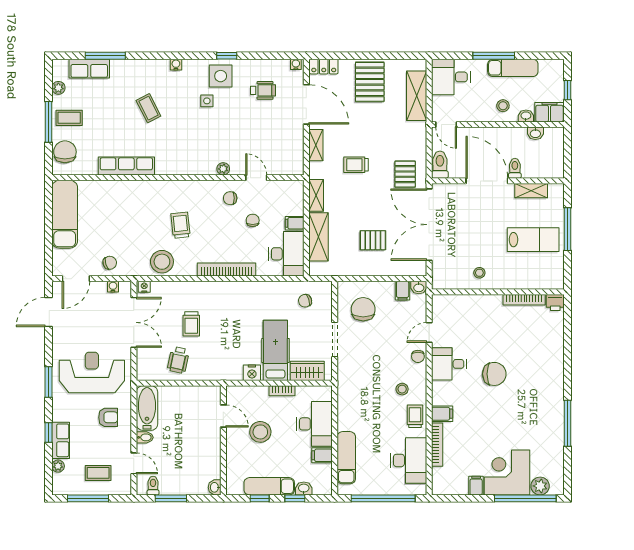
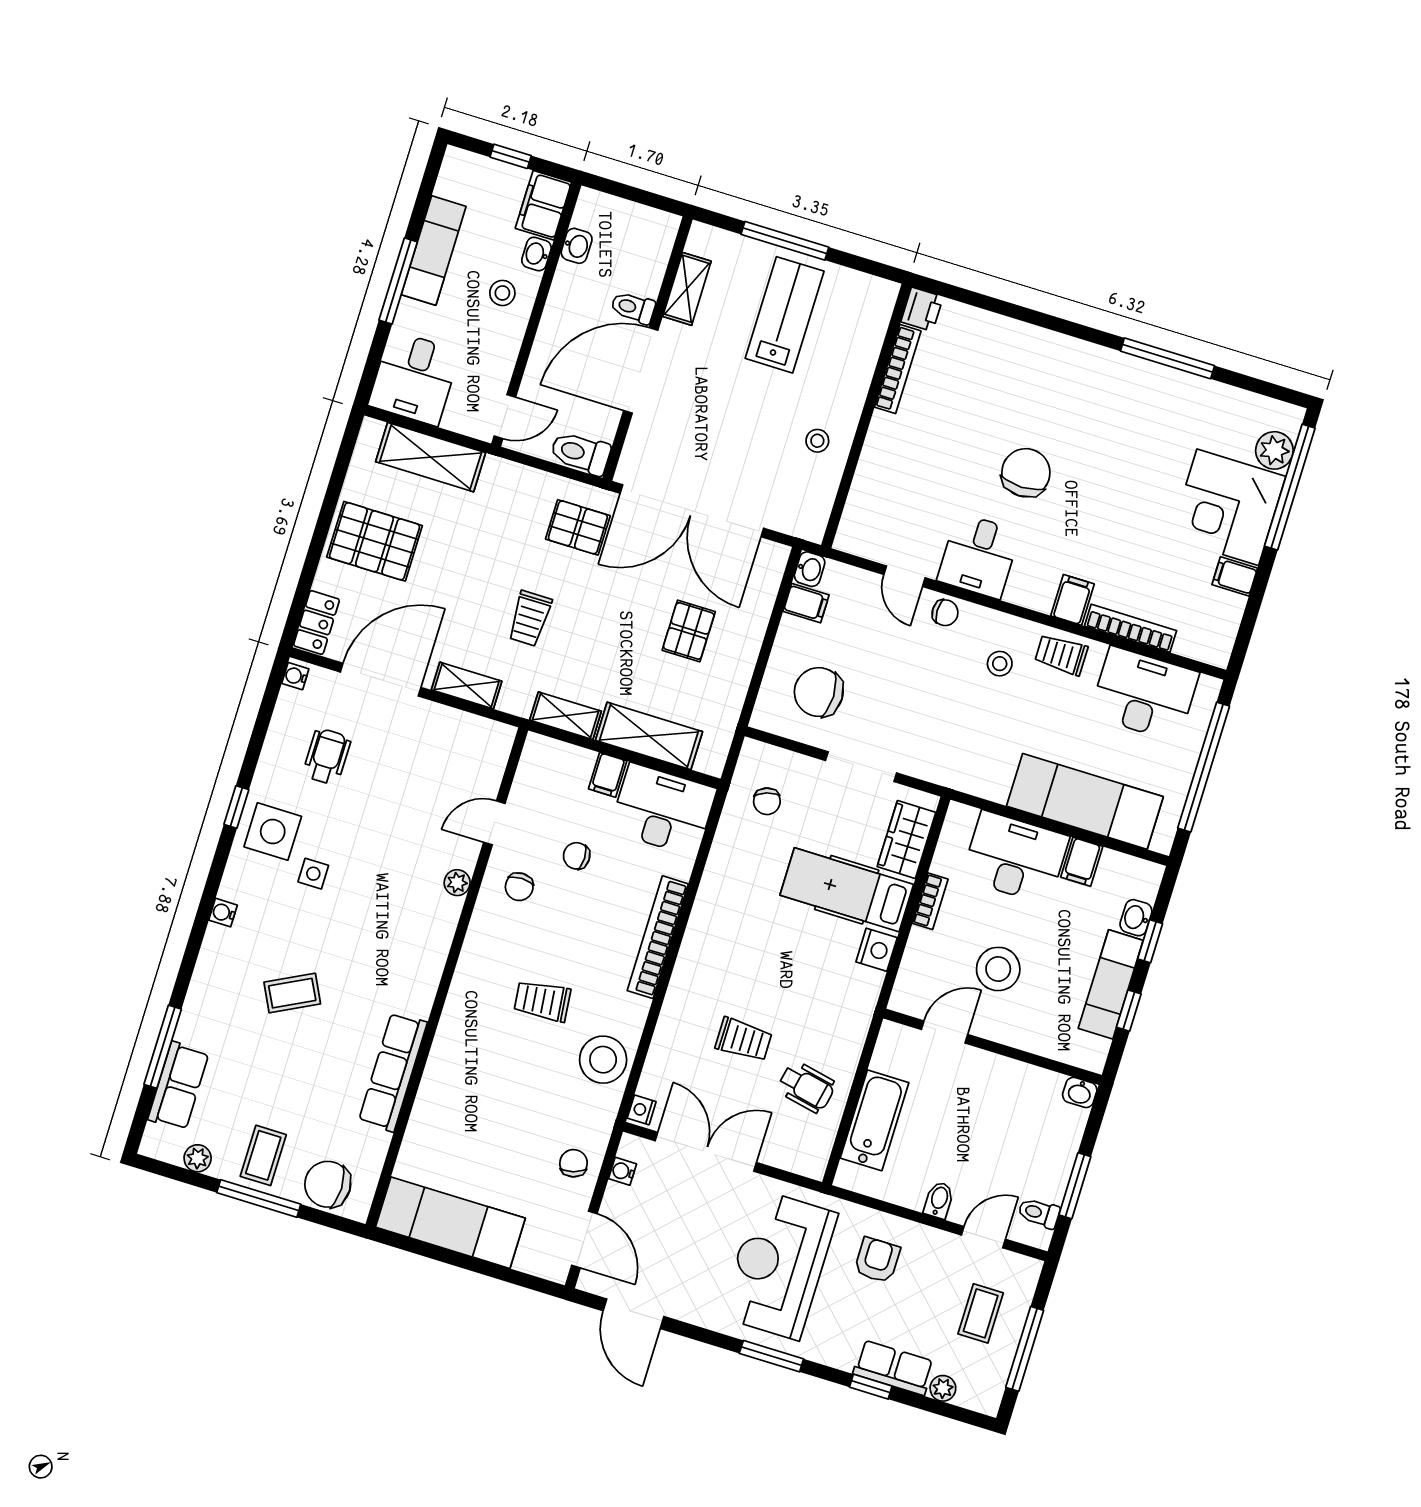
bathtub: (147, 408) -> (875, 1120), moved, turned 90
exam couch: (346, 458) -> (1085, 801), width x1.36, depth x1.45

